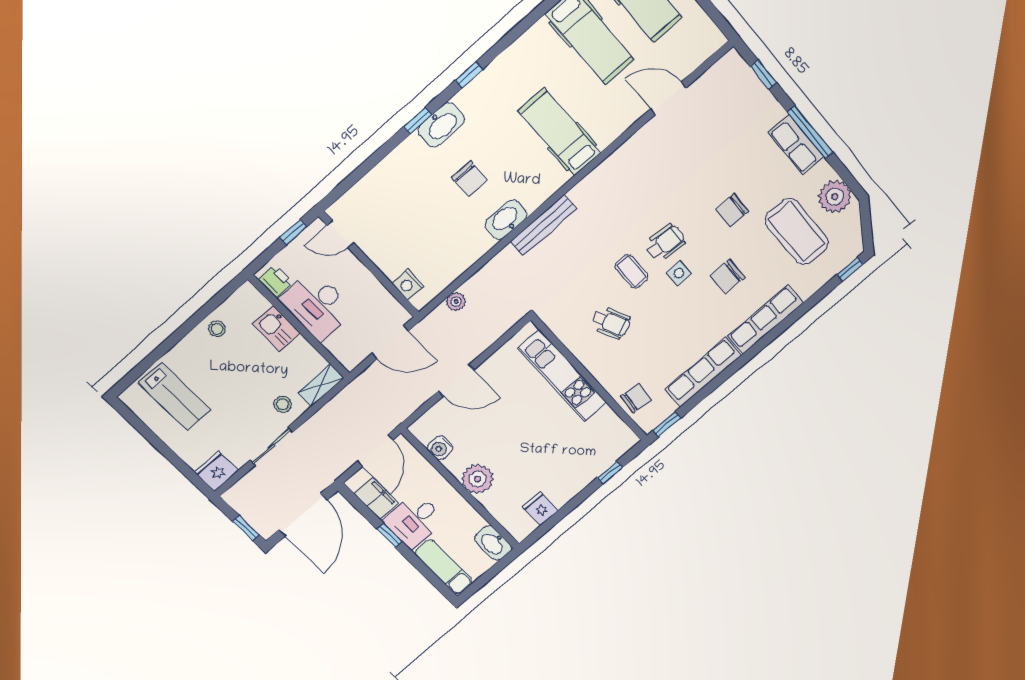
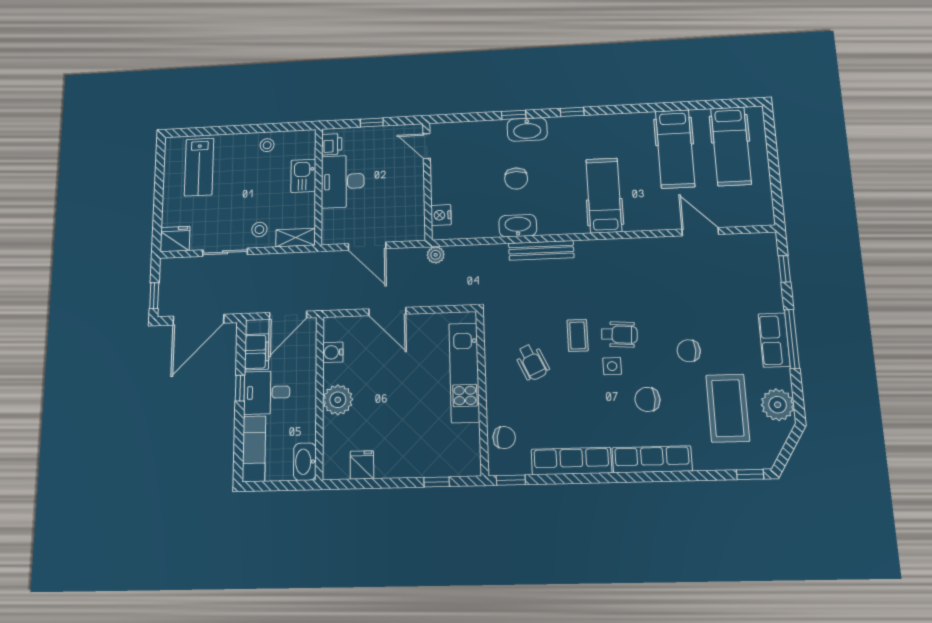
door: (340, 234) -> (427, 146), moved
wall: (369, 265) -> (427, 181), moved
nightstand: (408, 285) -> (441, 215), moved

